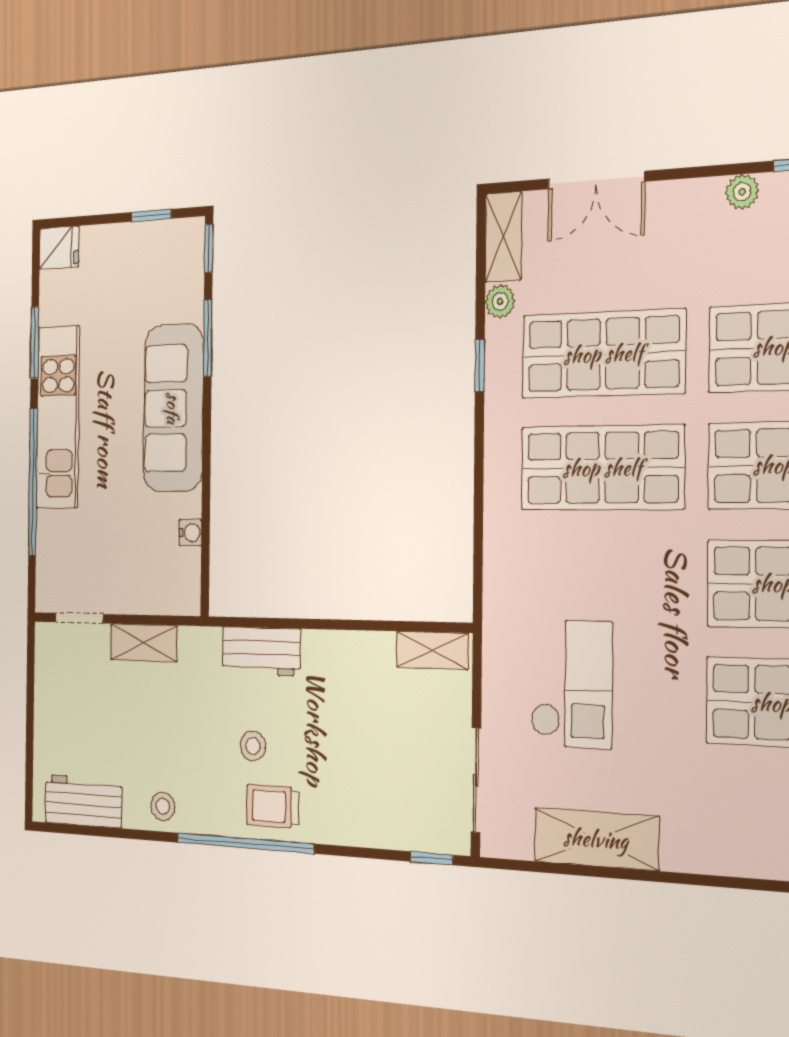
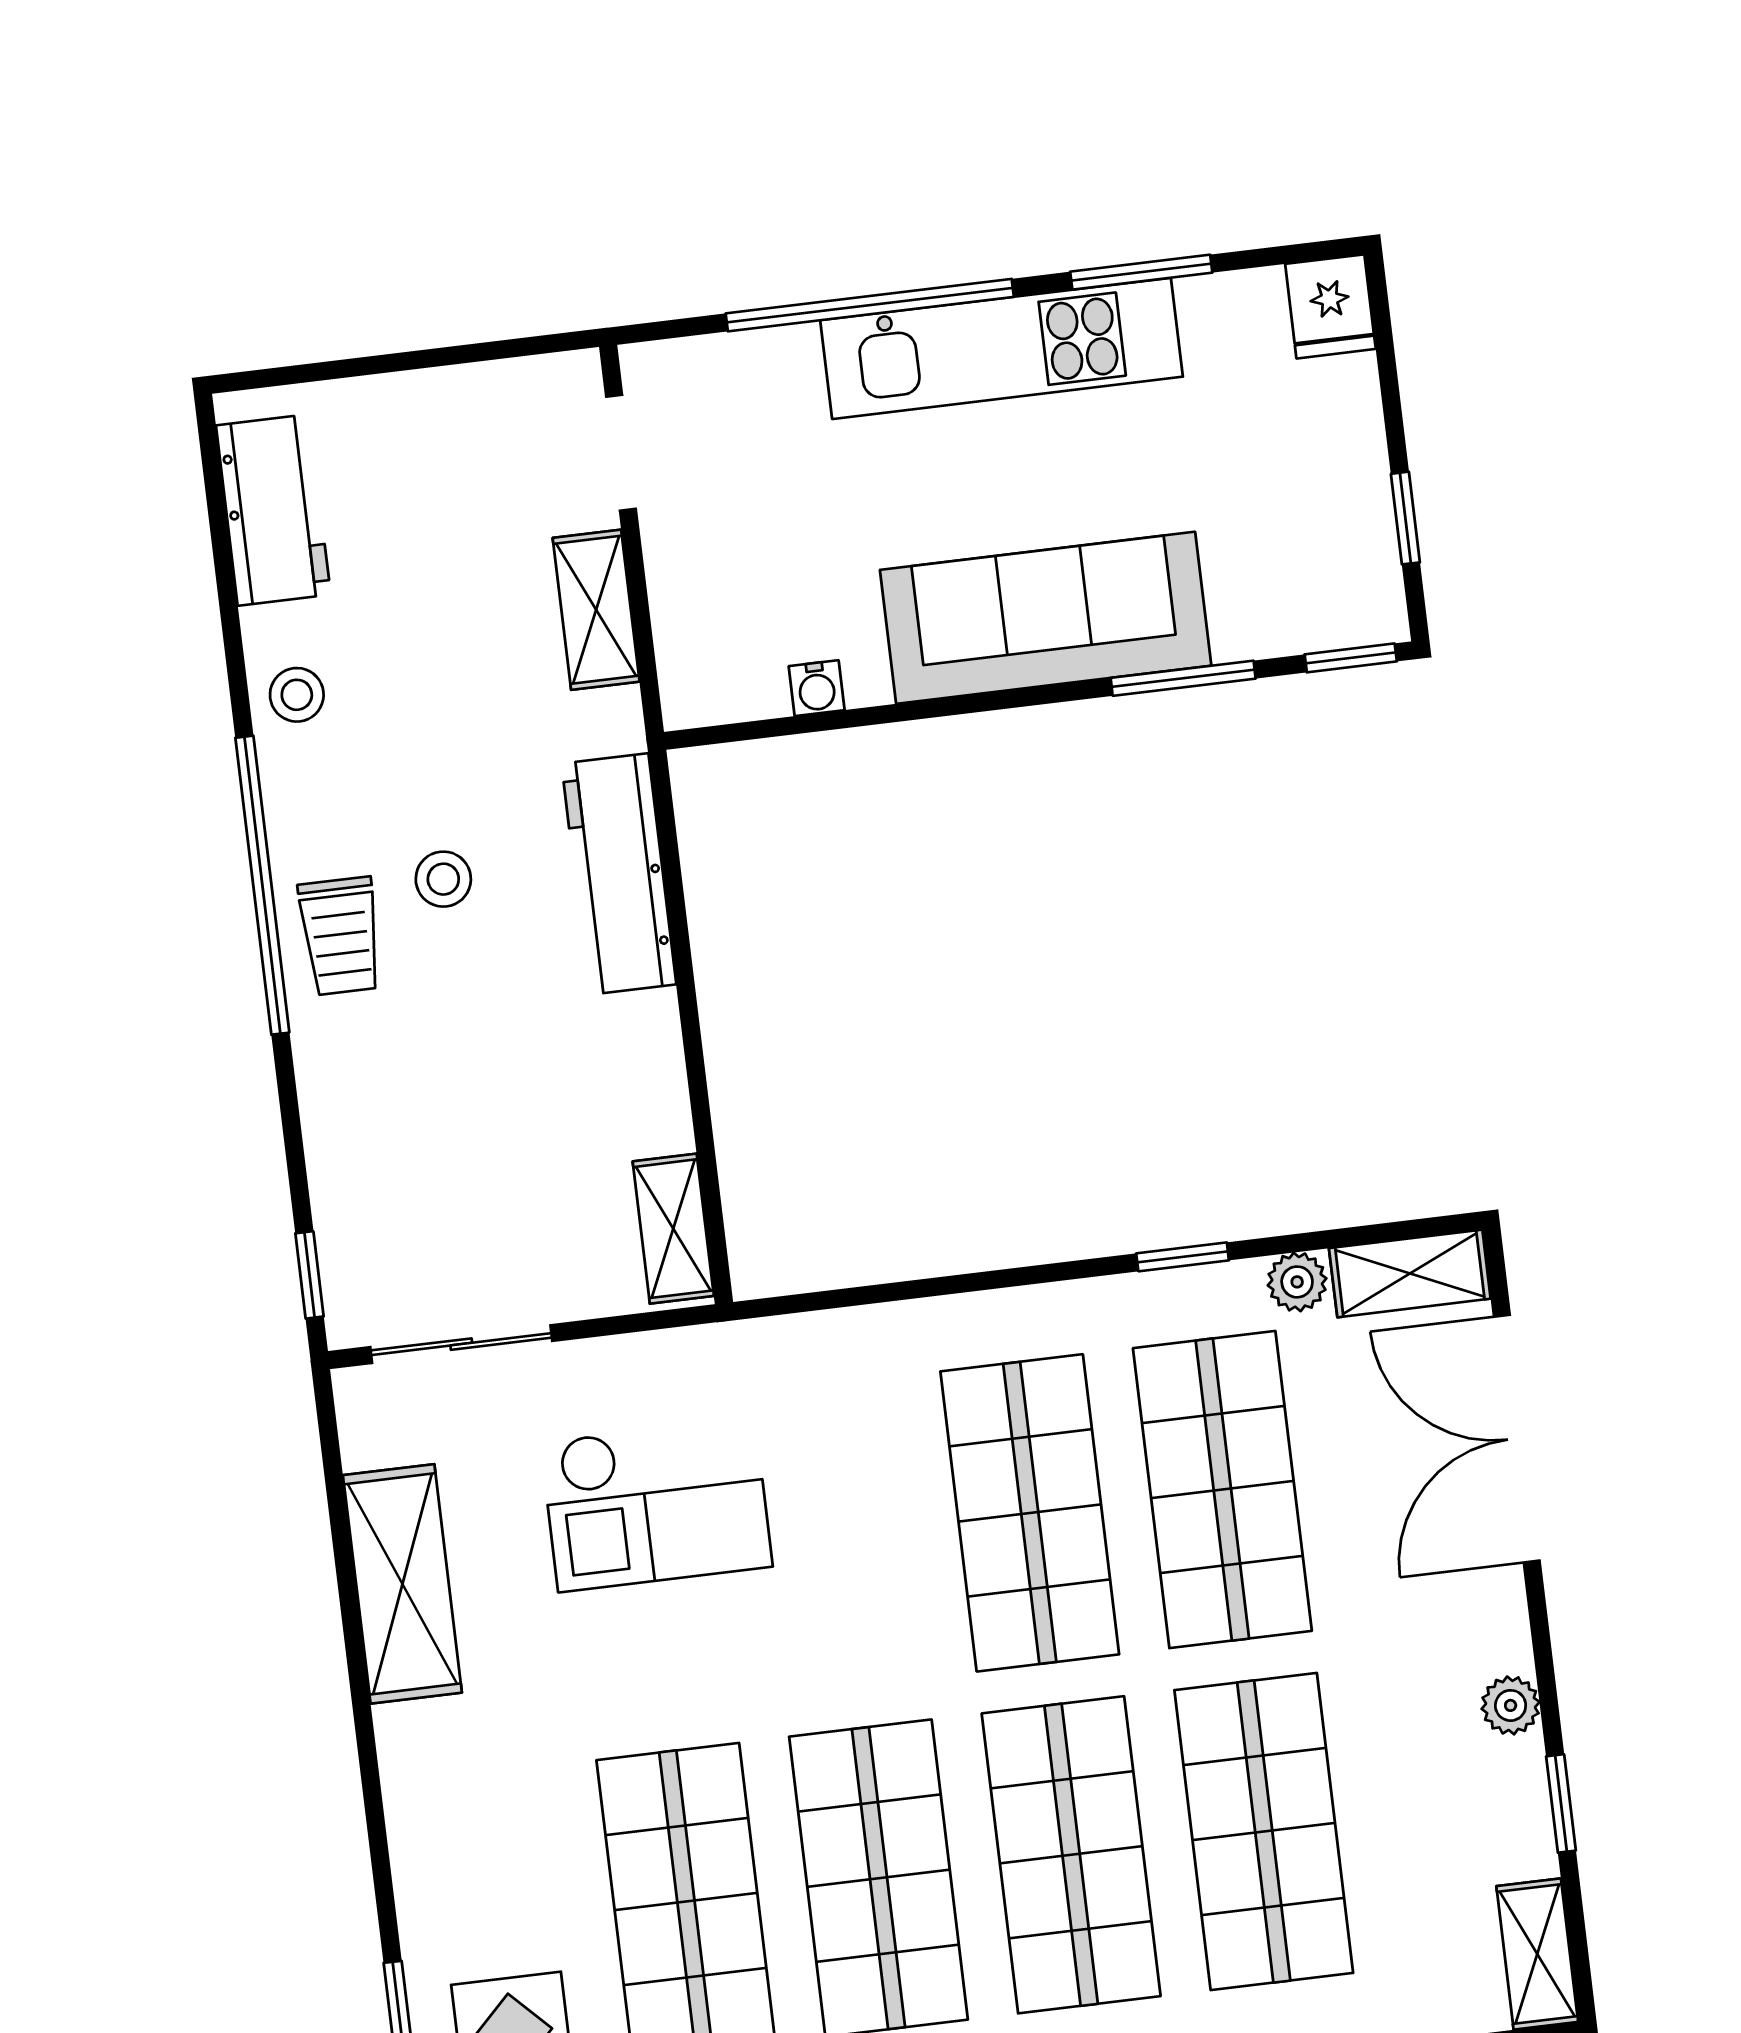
double door: (596, 180) -> (1517, 1439), width x1.37
workbench: (261, 651) -> (619, 874), width x1.38
trolley: (272, 806) -> (341, 936), turned 180

